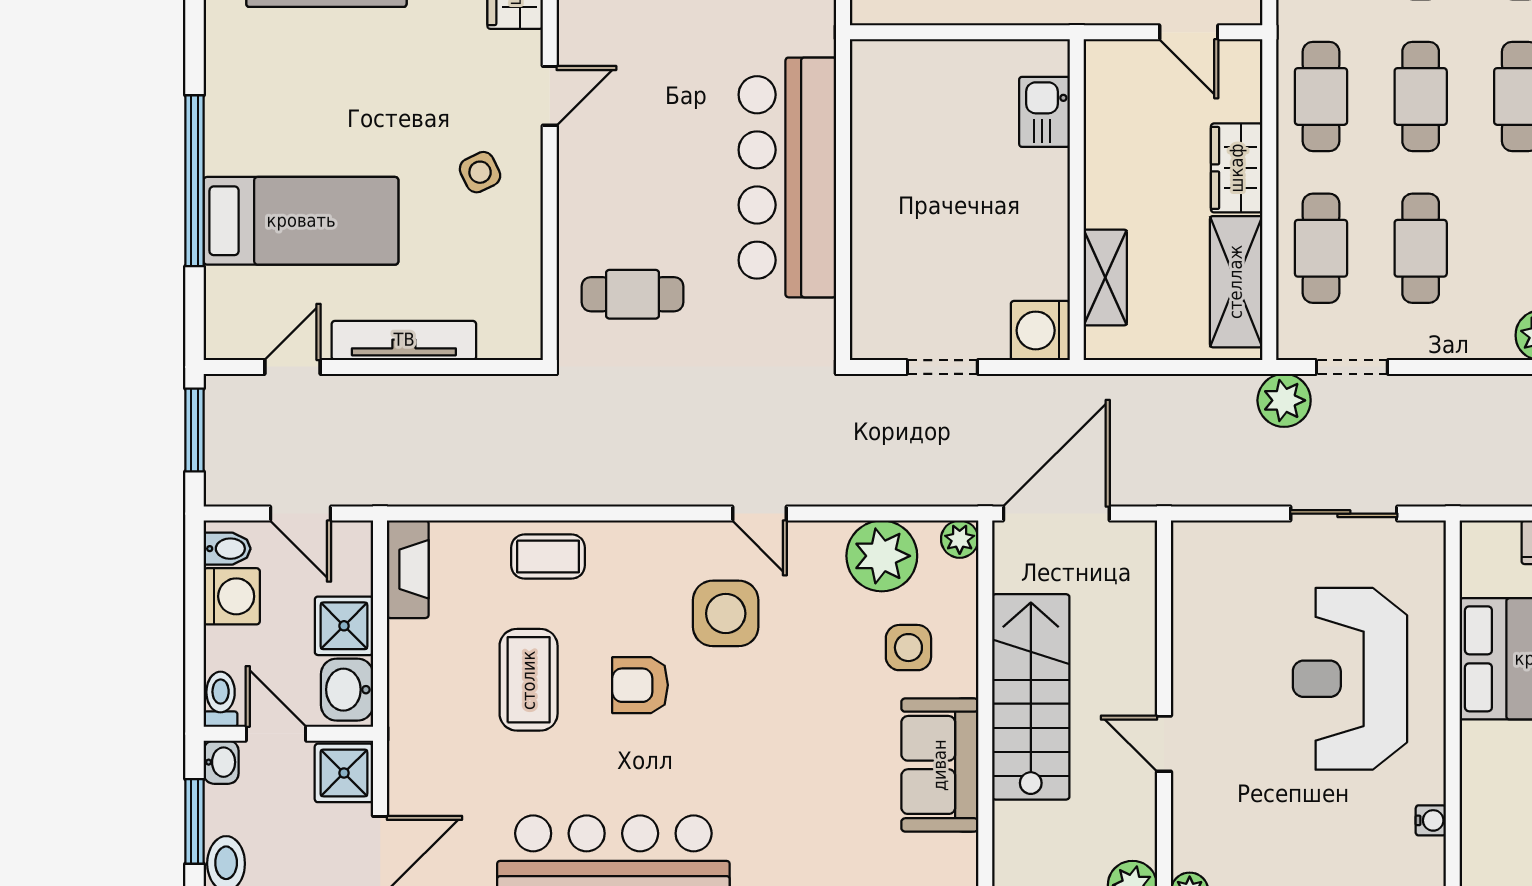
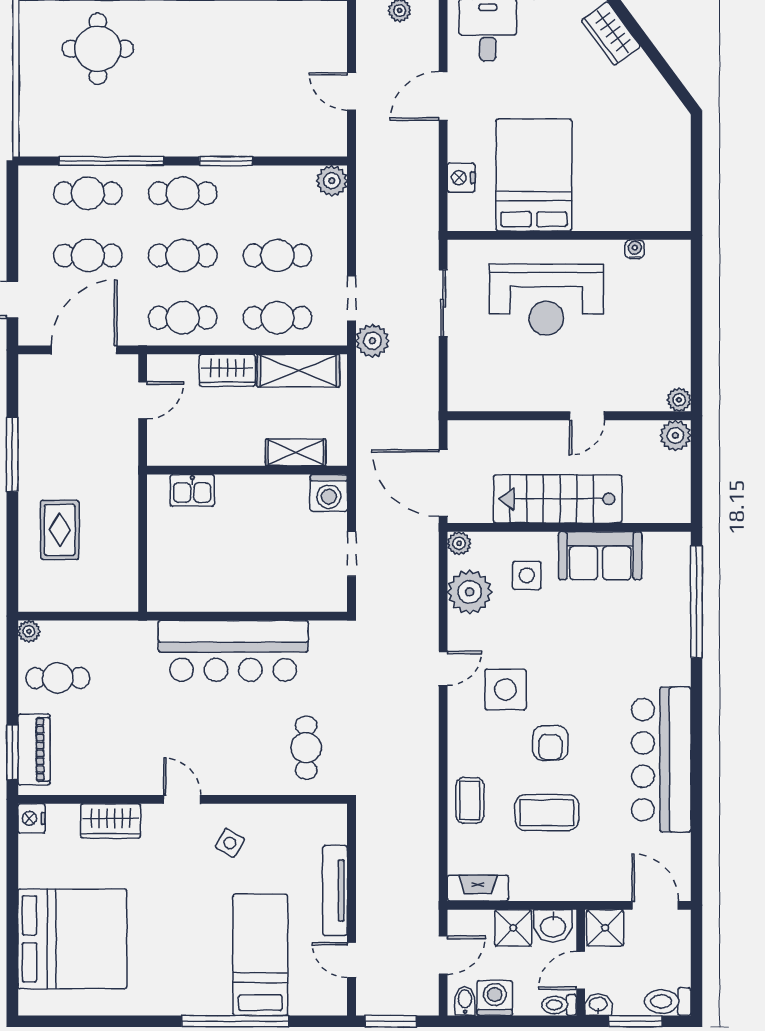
side table: (480, 172) -> (230, 843), turned -34

